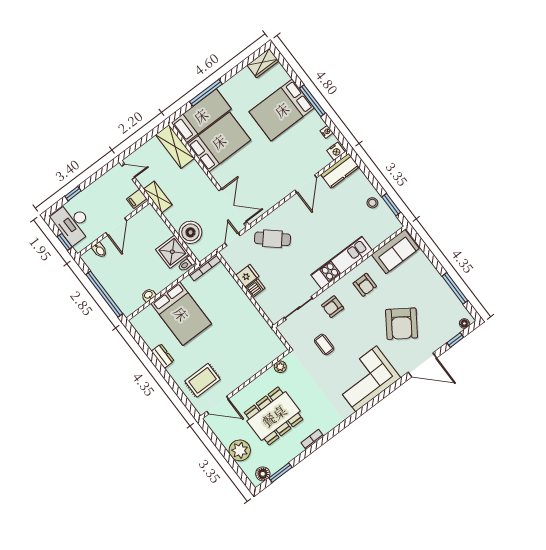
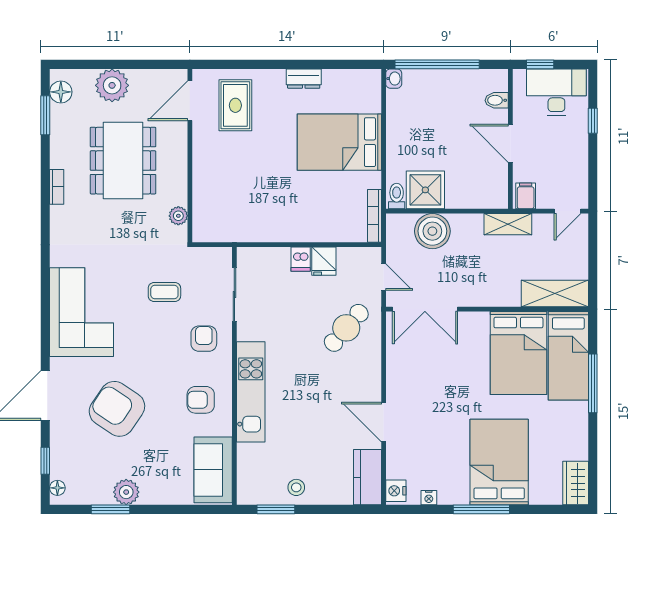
plant: (440, 287) -> (126, 492), added
window: (455, 288) -> (110, 509), width x0.69
washbasin: (149, 295) -> (394, 79), moved

